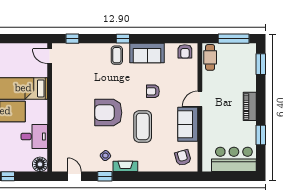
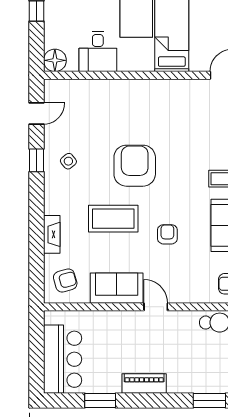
fireplace: (125, 166) -> (52, 234), moved

